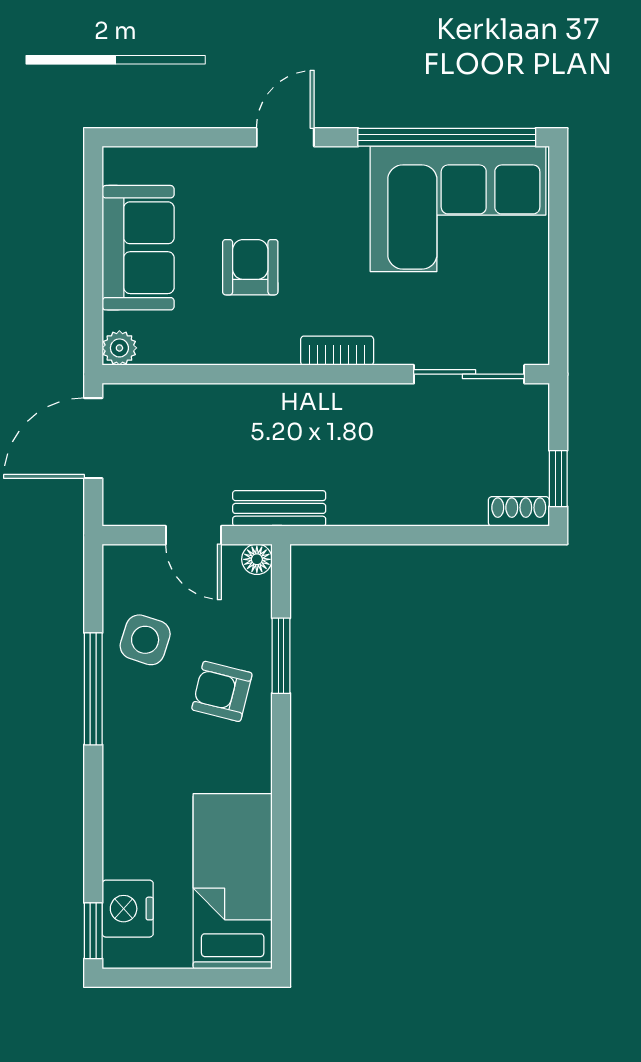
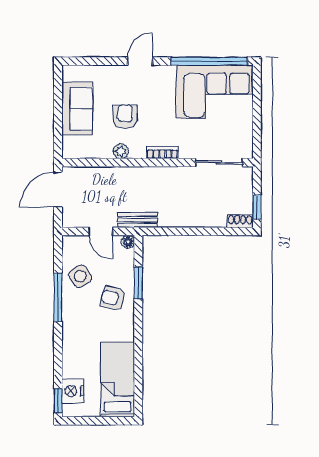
plant: (119, 348) -> (121, 151), moved
side table: (145, 640) -> (80, 276), turned 38

